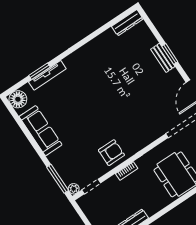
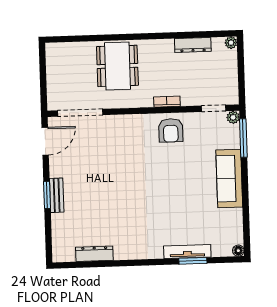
dresser: (127, 23) -> (94, 254), moved
floor lamp: (18, 99) -> (238, 251), width x0.53, depth x0.53
sofa: (41, 131) -> (229, 179), moved
armchair: (111, 153) -> (171, 130), turned -90

